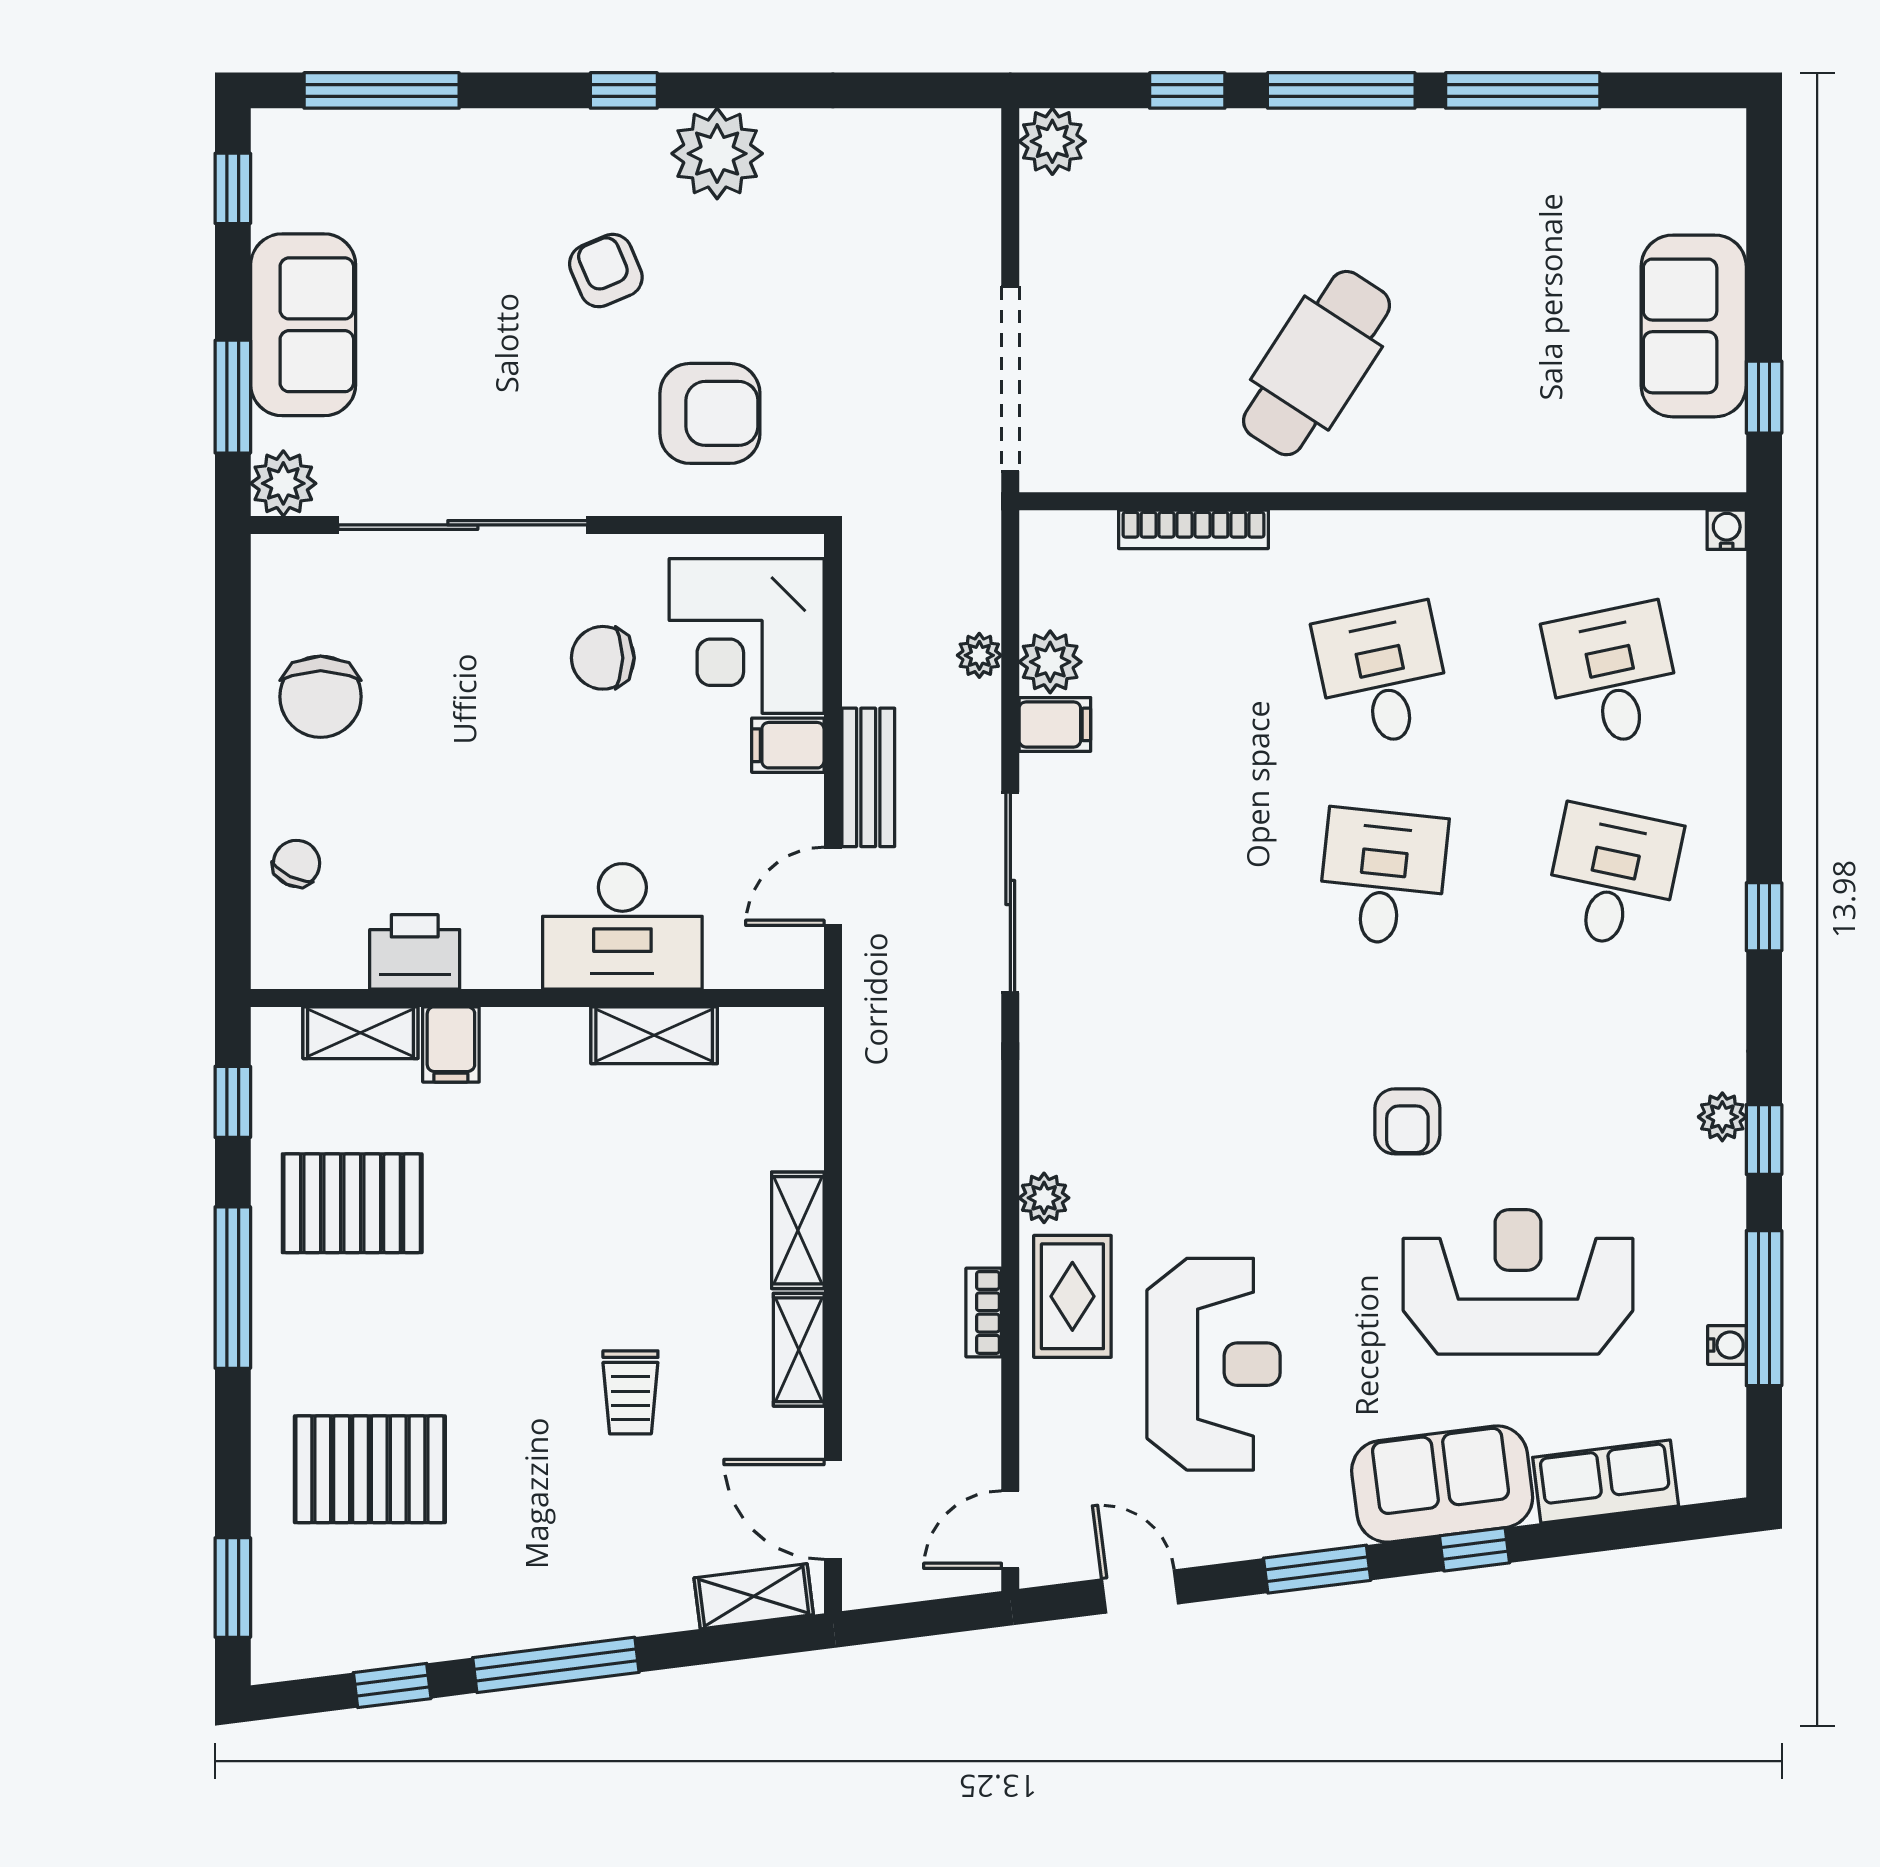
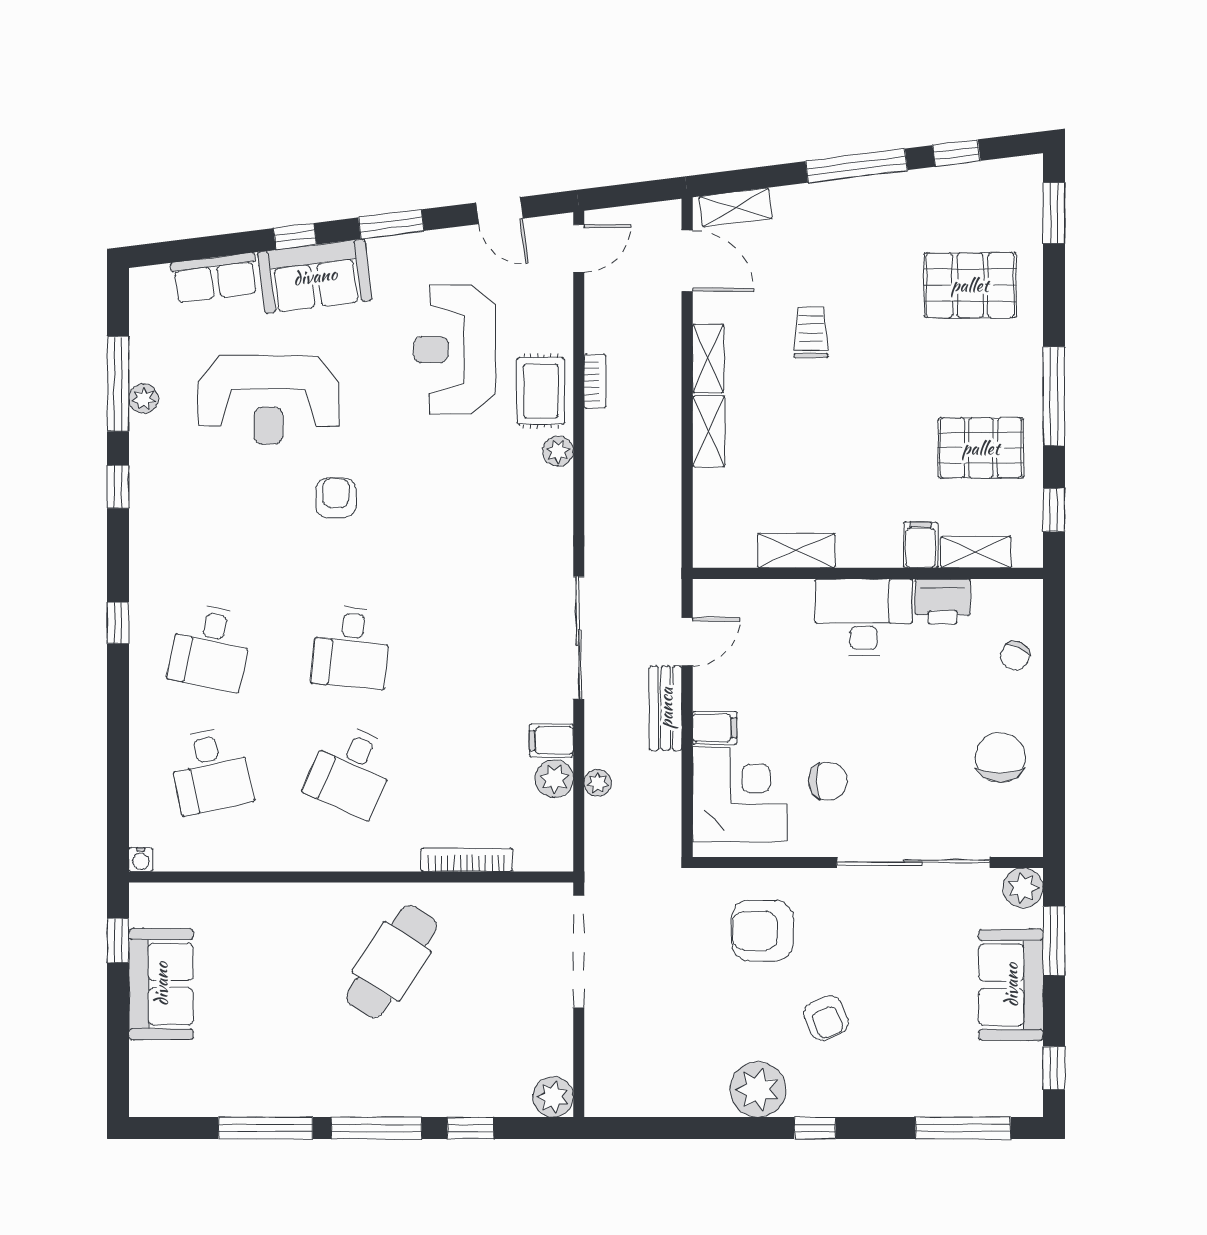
desk: (1383, 675) -> (351, 771), turned 36
desk: (622, 926) -> (864, 617), moved
plant: (1722, 1117) -> (144, 399), moved
water cooler: (1727, 1345) -> (141, 361), removed

